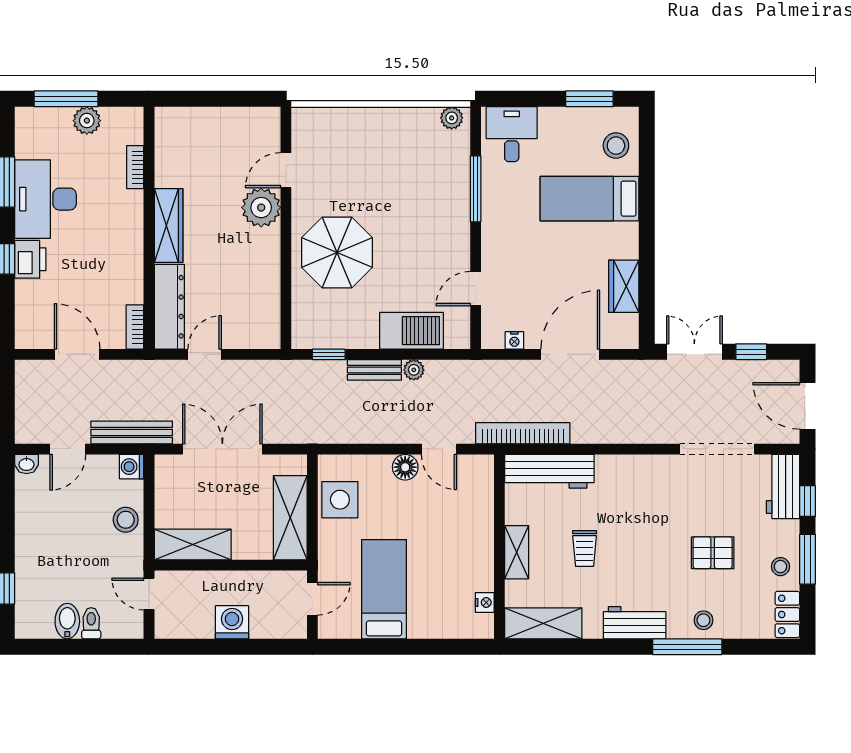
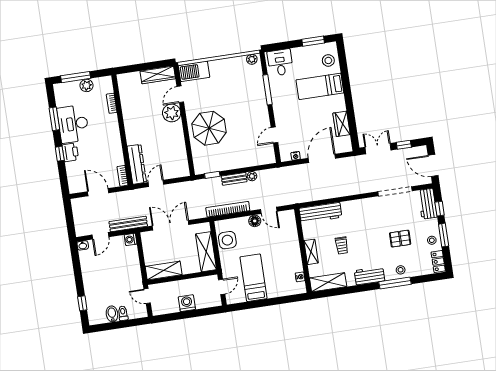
wardrobe: (169, 225) -> (158, 75), moved, turned 90
barbecue: (411, 331) -> (194, 71), moved, turned 180
bookcase: (523, 433) -> (228, 209), moved
stool: (126, 520) -> (132, 264), removed

